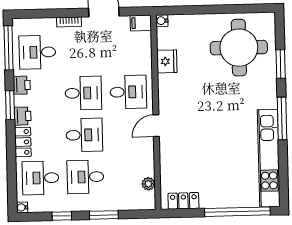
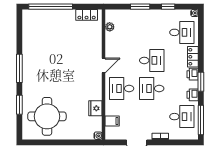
filing cabinet: (141, 23) -> (112, 121), moved
desk: (84, 135) -> (152, 60), turned 180
kitchen unit: (269, 158) -> (29, 42), removed
desk: (85, 177) -> (152, 32), removed

